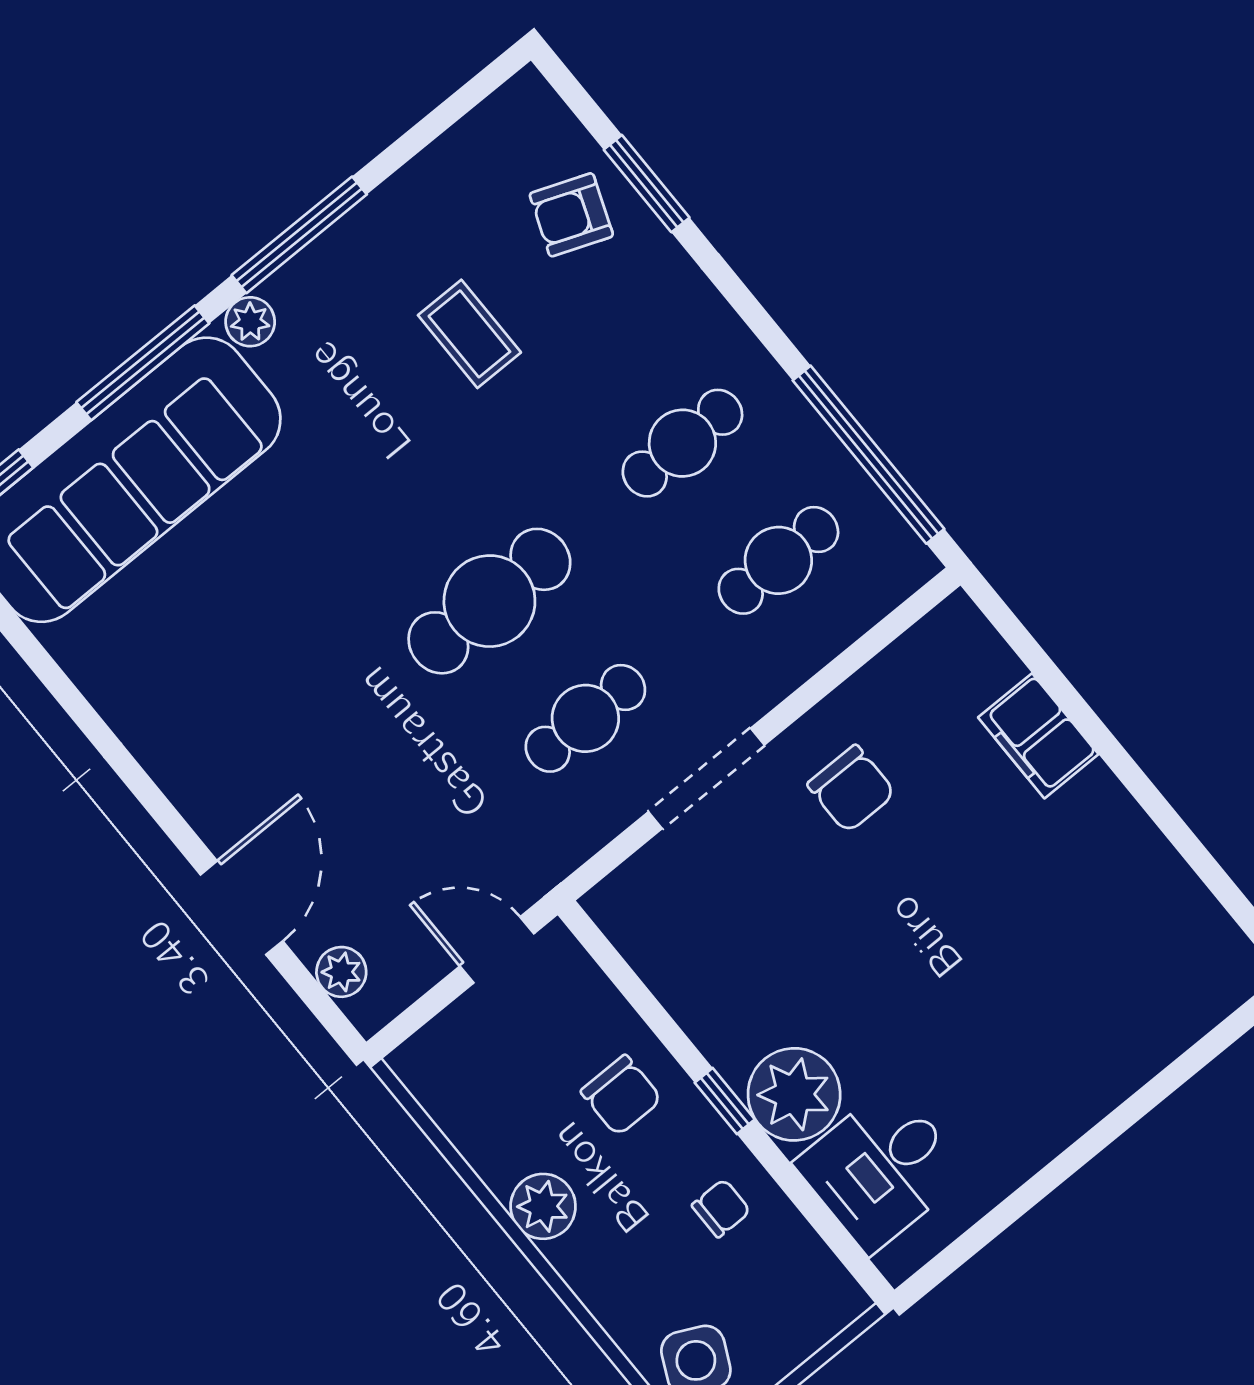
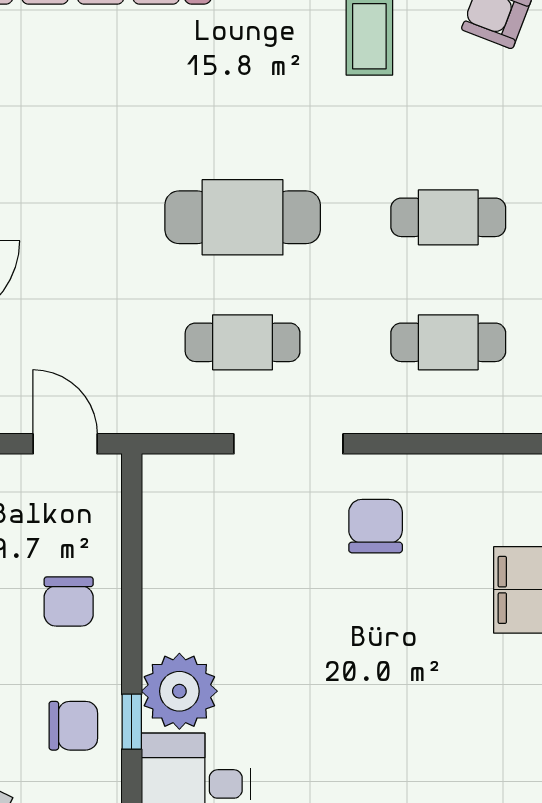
chair: (851, 789) -> (376, 526), turned 180
window: (725, 1101) -> (132, 722), moved
chair: (721, 1208) -> (73, 726), width x1.37, depth x1.37

